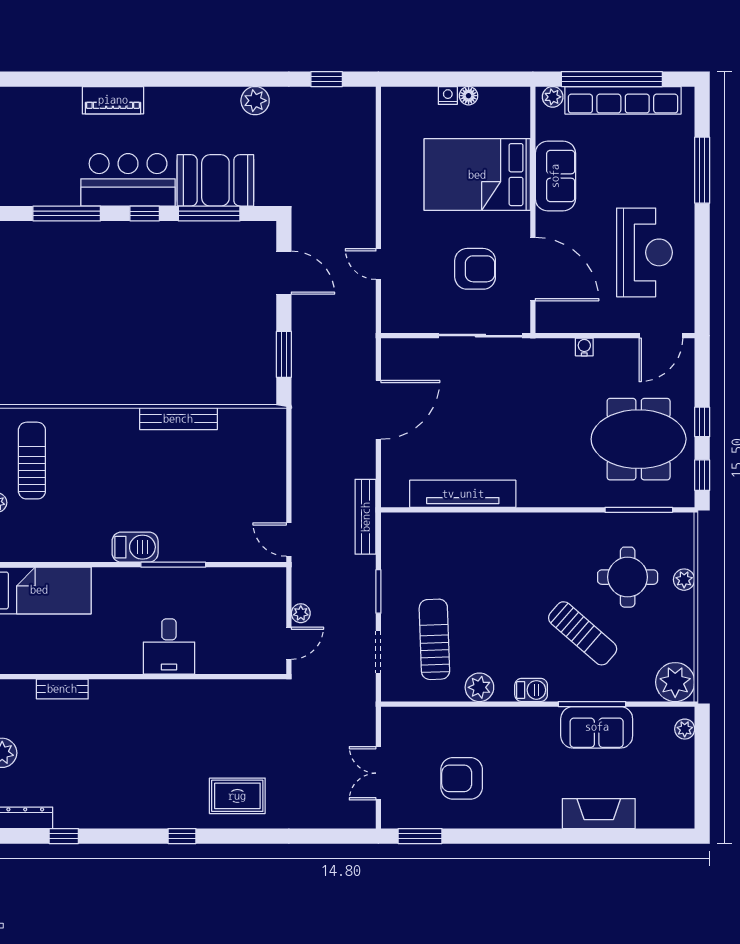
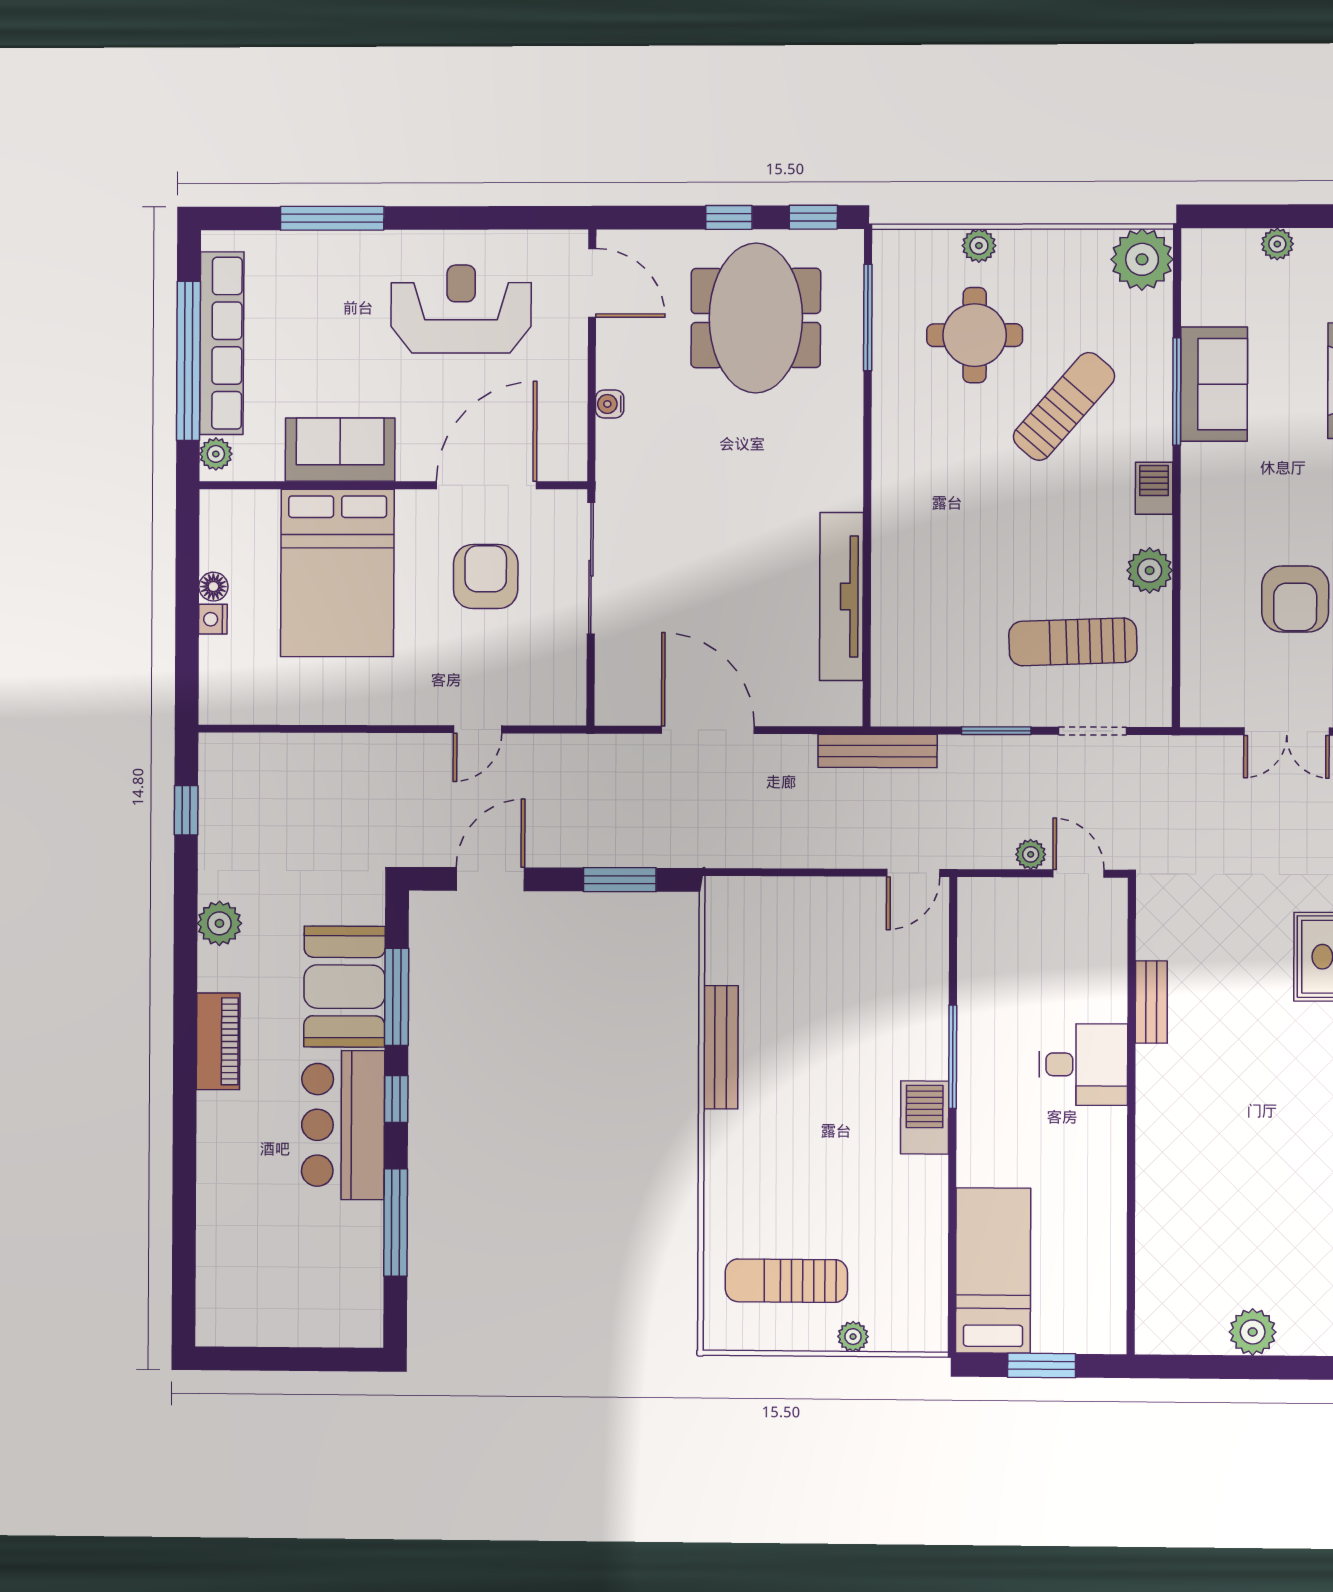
piano: (113, 100) -> (218, 1041), moved
bench: (62, 689) -> (1151, 1002), moved
plant: (685, 729) -> (1277, 244), moved

